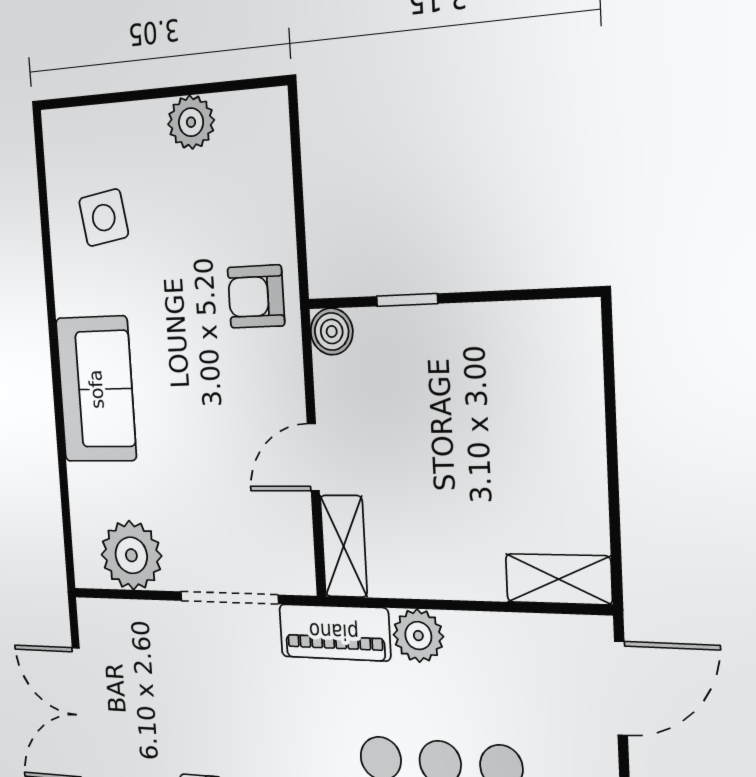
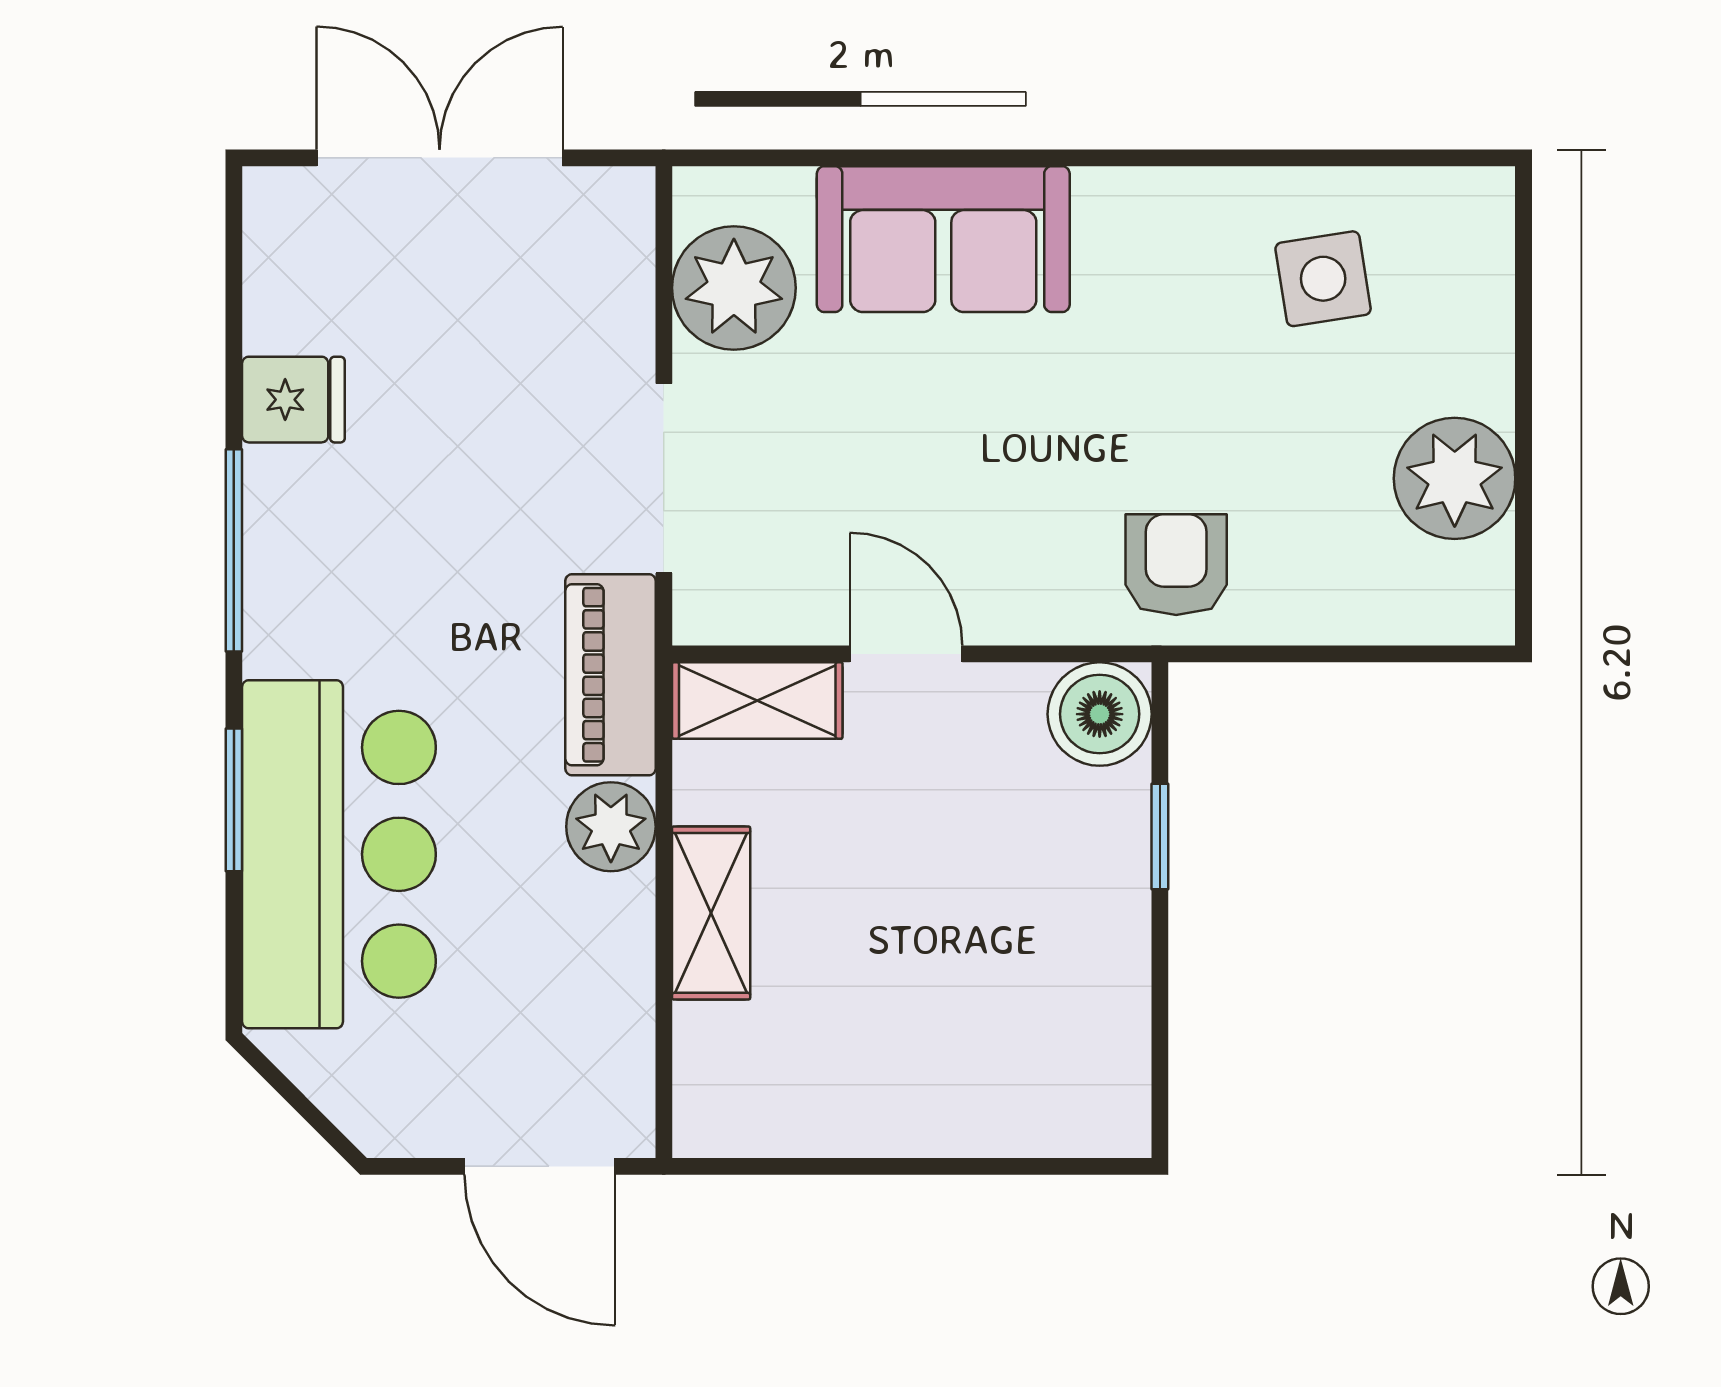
plant: (191, 122) -> (1455, 478), width x1.36, depth x1.36
boiler: (332, 331) -> (1100, 714), width x1.36, depth x1.36
sofa: (96, 389) -> (943, 239), moved
shelving: (559, 579) -> (711, 913), moved

